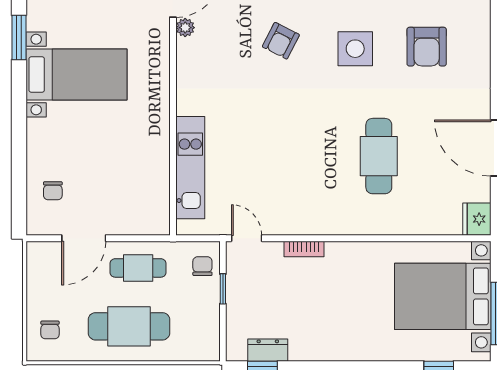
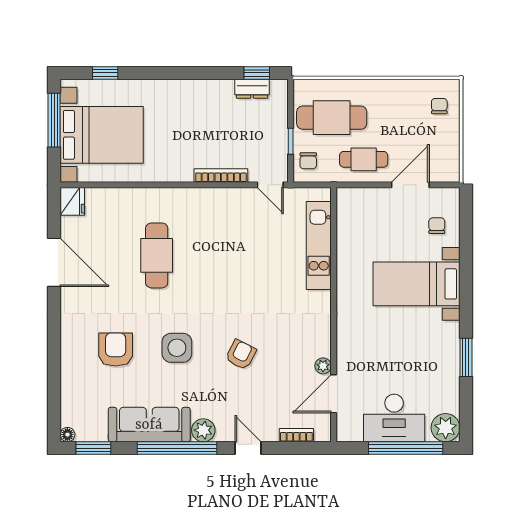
bed with nightstands: (76, 74) -> (417, 284), moved
bookcase: (304, 249) -> (221, 176), width x1.56
cafe table: (129, 326) -> (332, 118), moved

